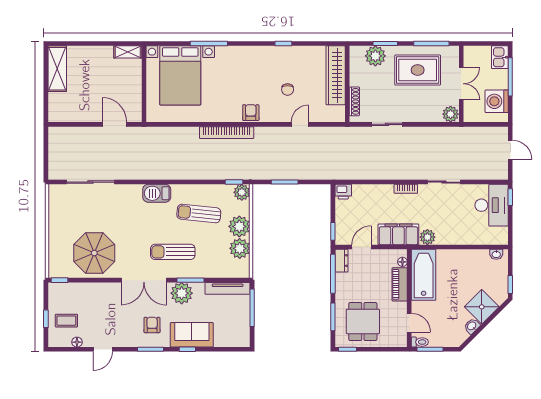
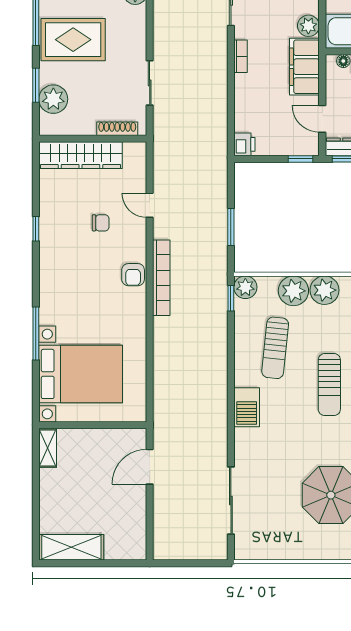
rug: (418, 70) -> (73, 40), turned 90
armchair: (251, 113) -> (133, 275), turned -90
bookcase: (227, 133) -> (161, 278), moved

